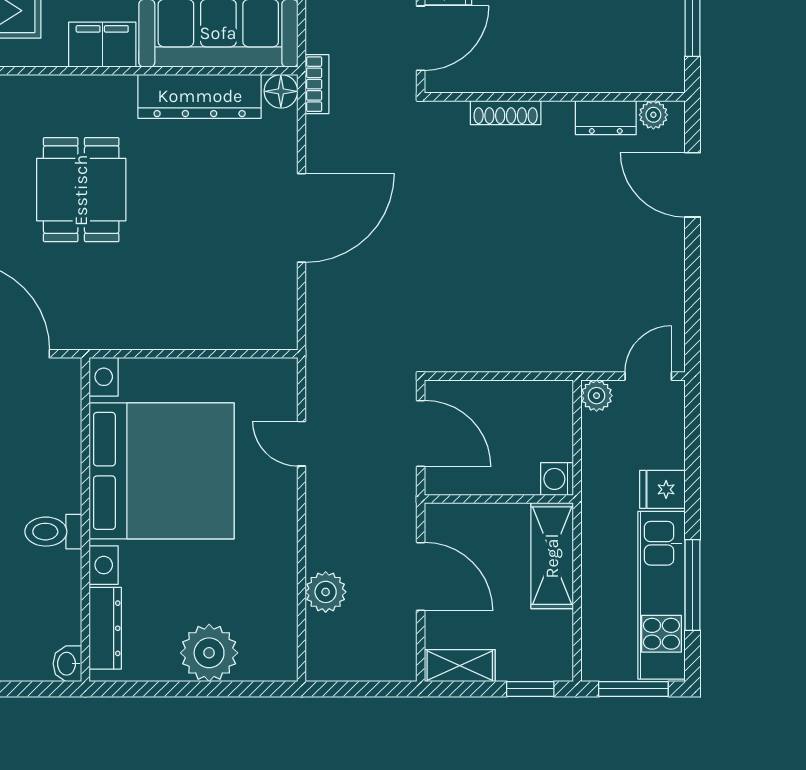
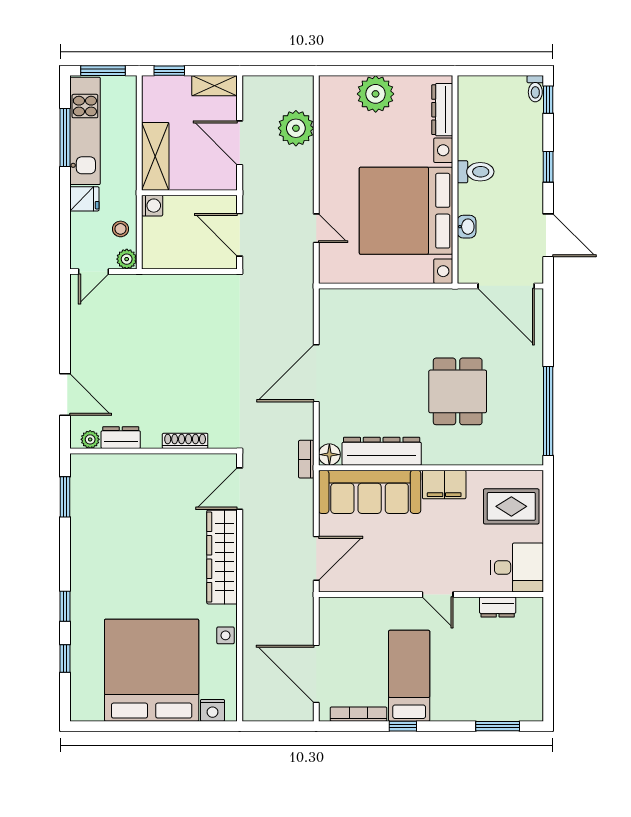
stool: (606, 443) -> (121, 229), added
plant: (326, 592) -> (296, 128), width x1.36, depth x1.36
washbasin: (67, 664) -> (467, 227), moved

